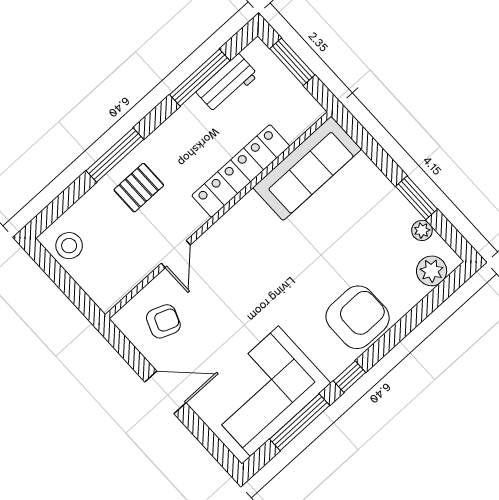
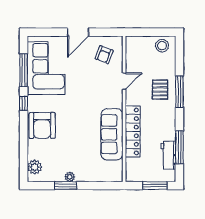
sofa: (307, 168) -> (112, 134), moved
plant: (422, 230) -> (70, 177), moved
door: (176, 254) -> (124, 81), swing flipped

